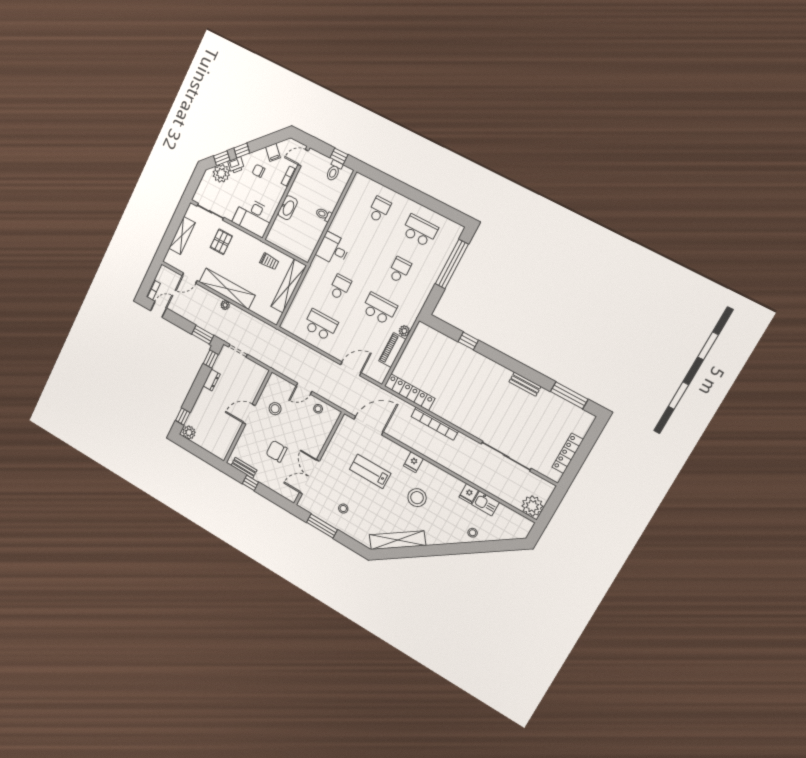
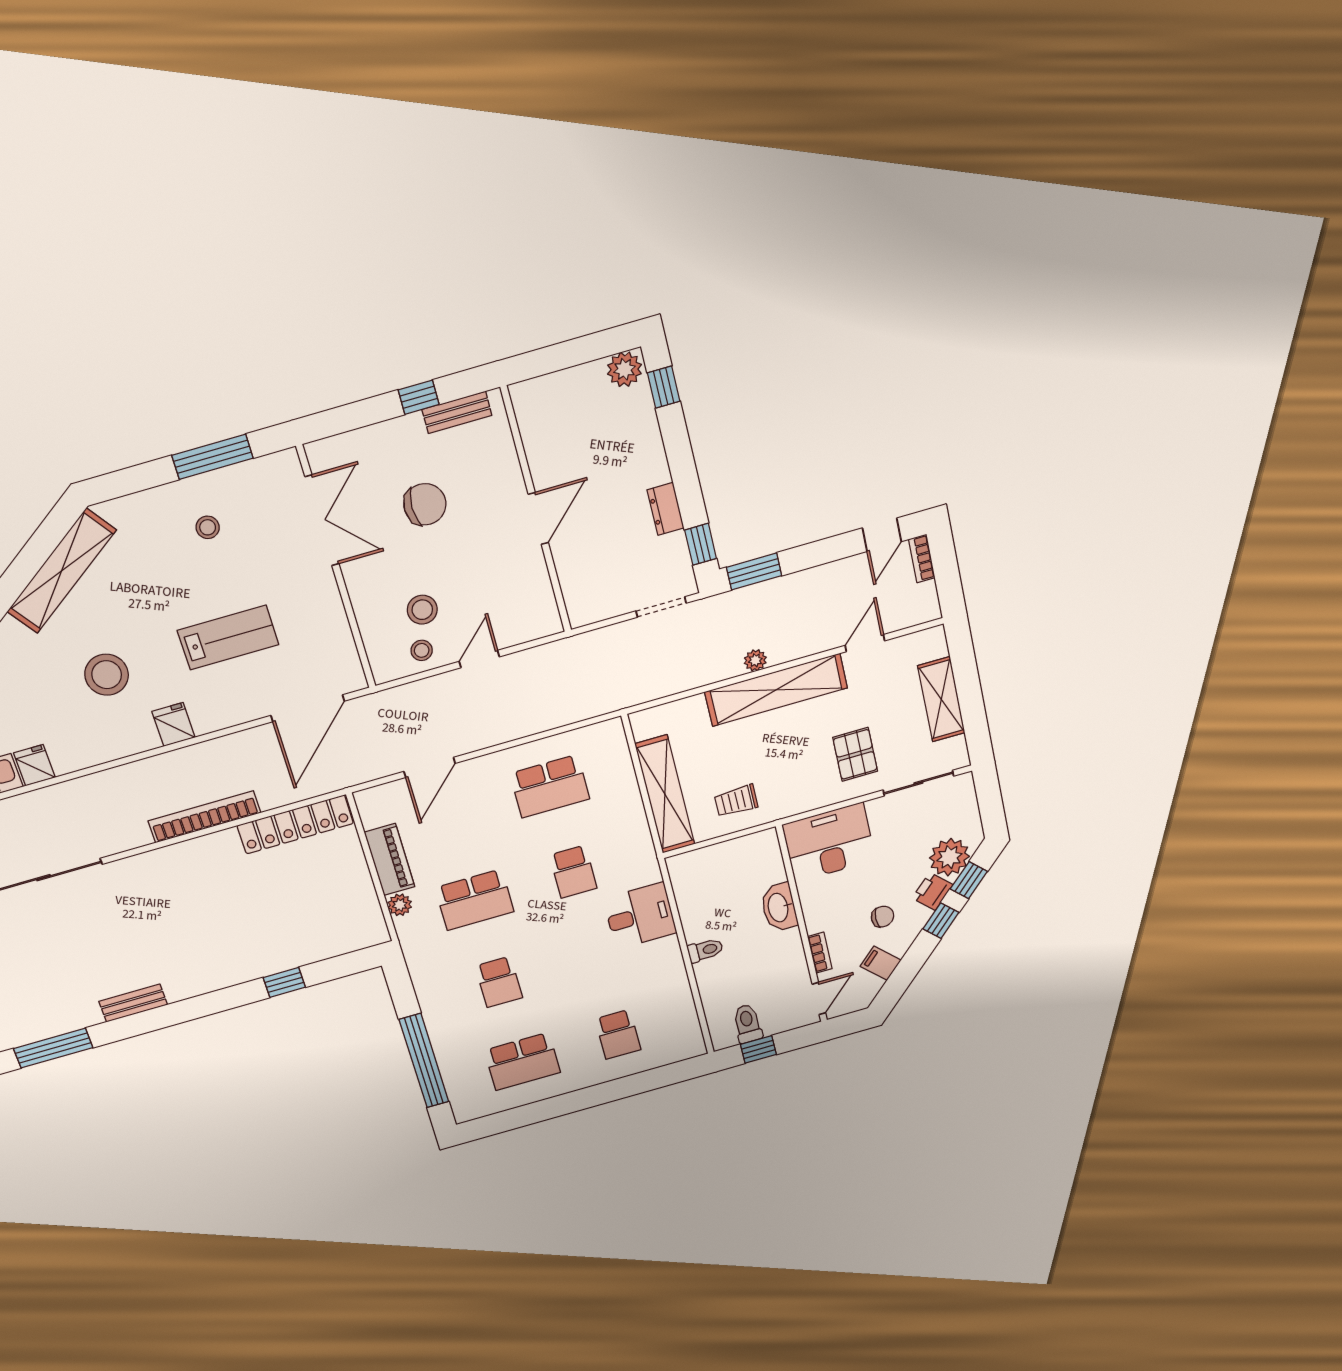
stool: (275, 409) -> (422, 610), moved

